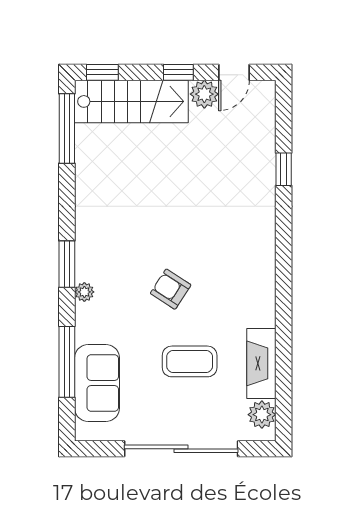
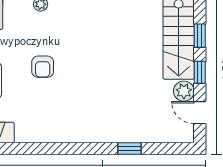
window: (102, 72) -> (200, 36), moved
armchair: (171, 289) -> (43, 67), turned 147

